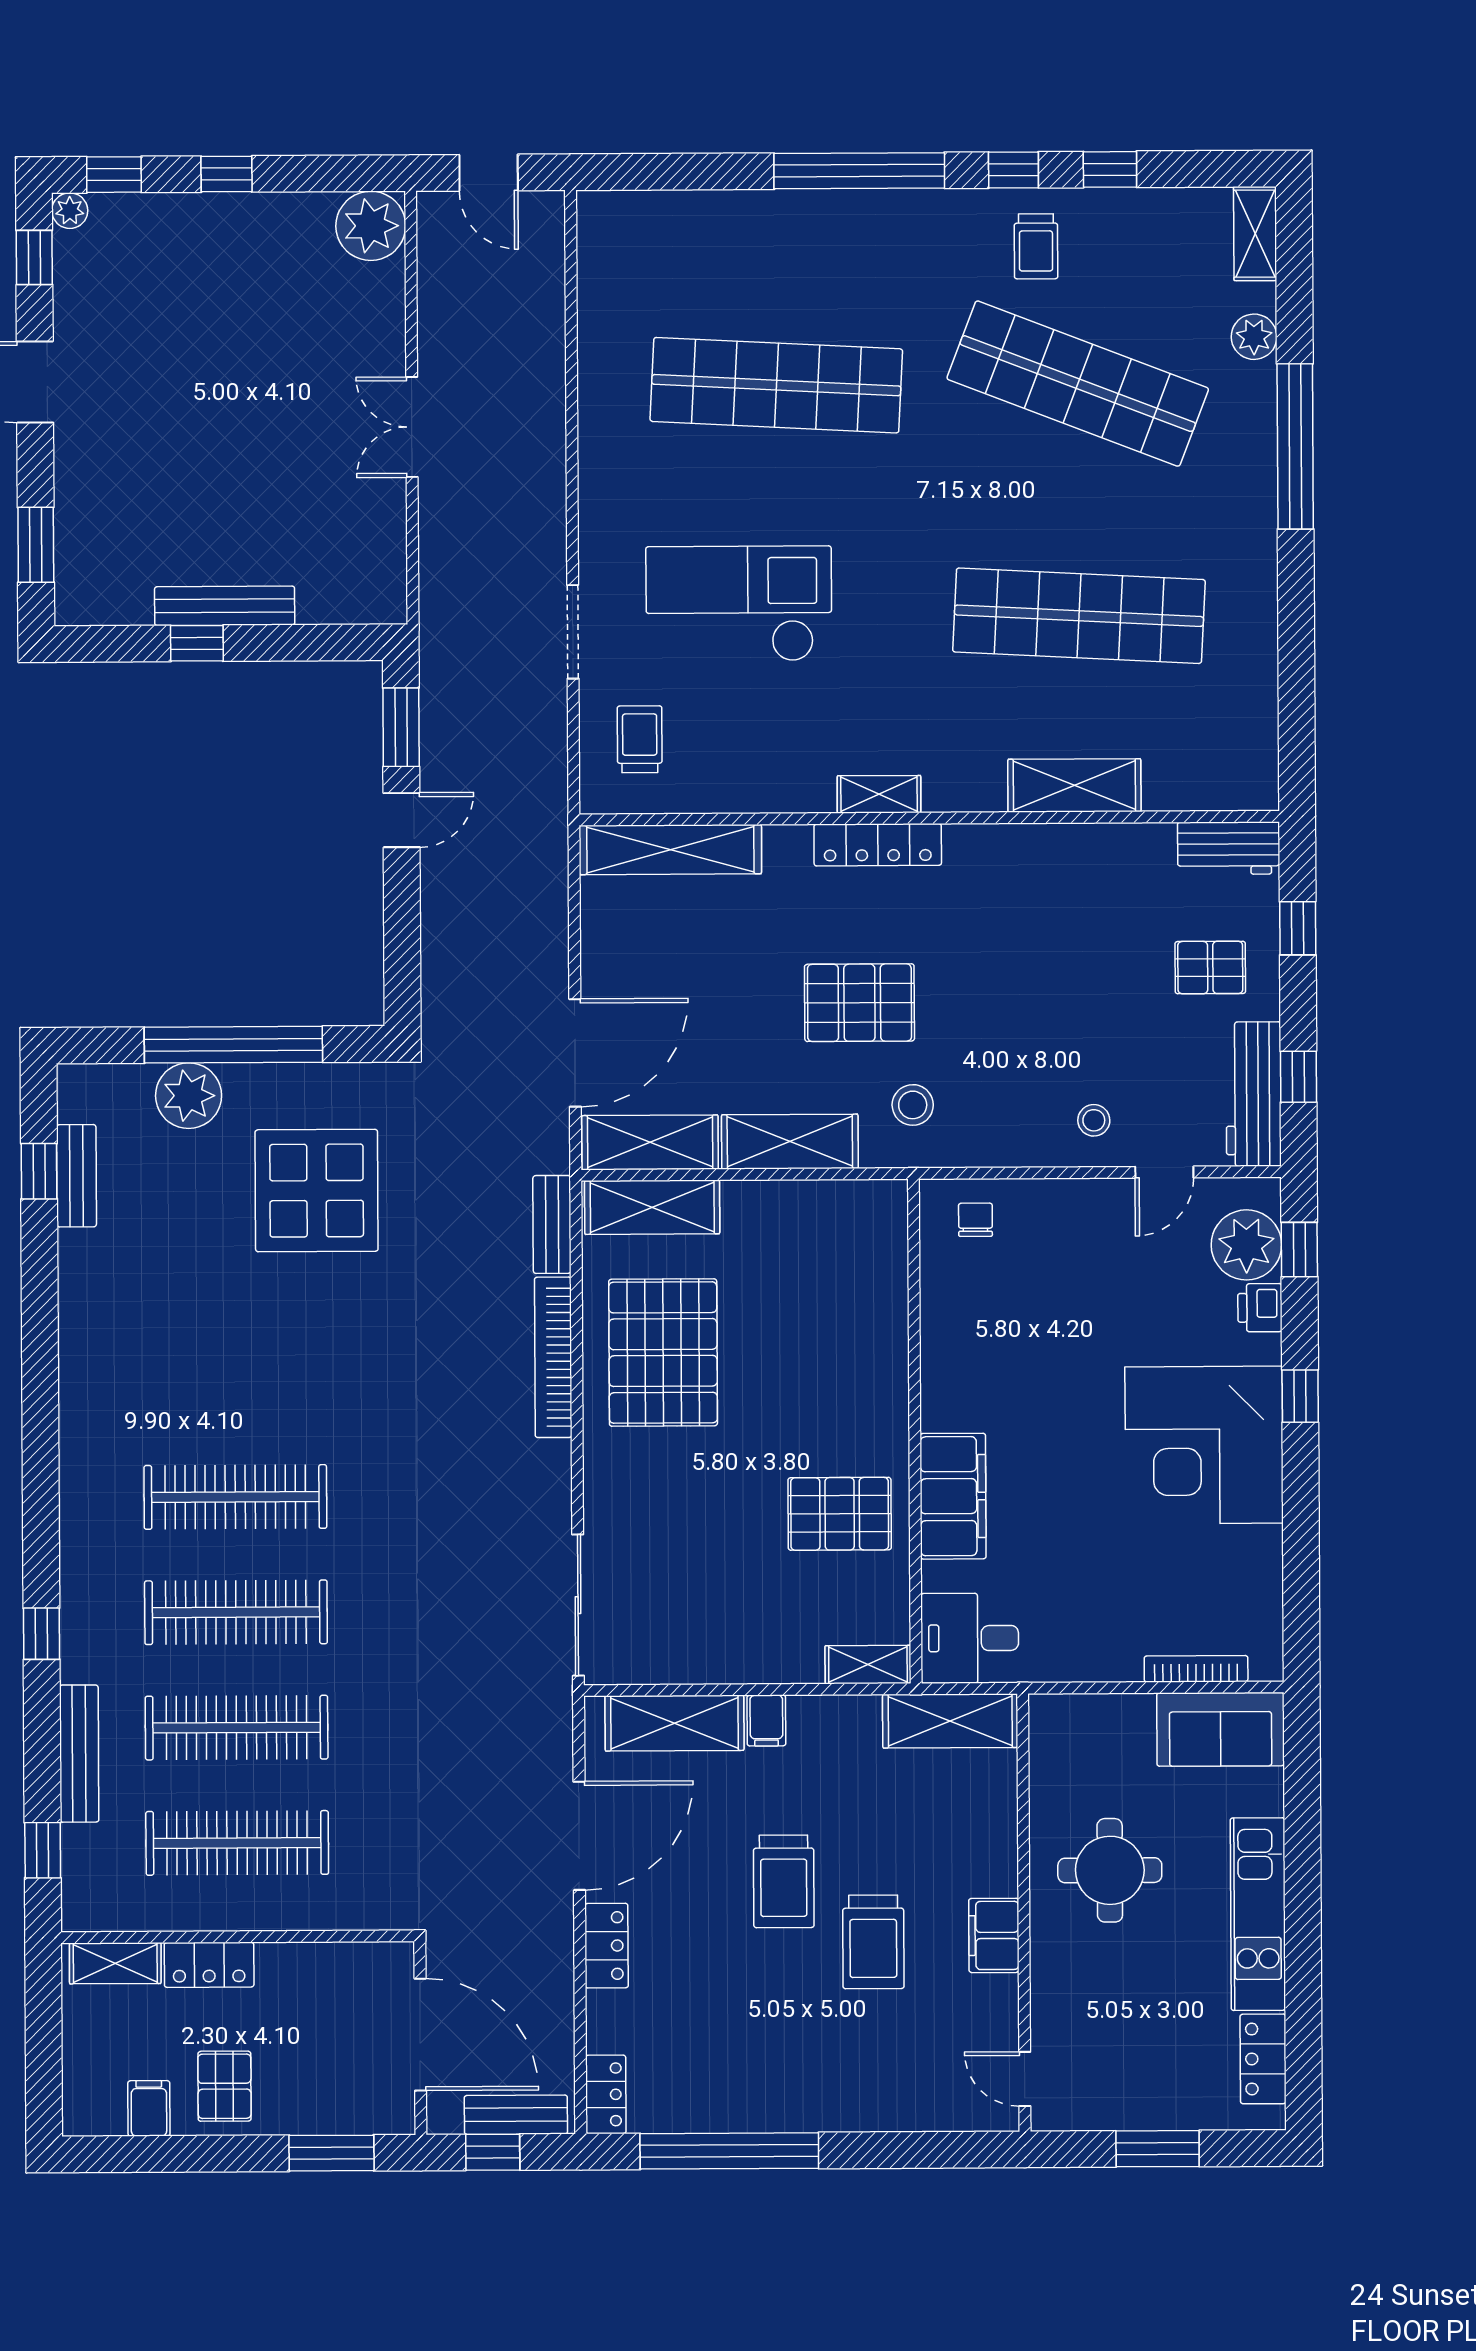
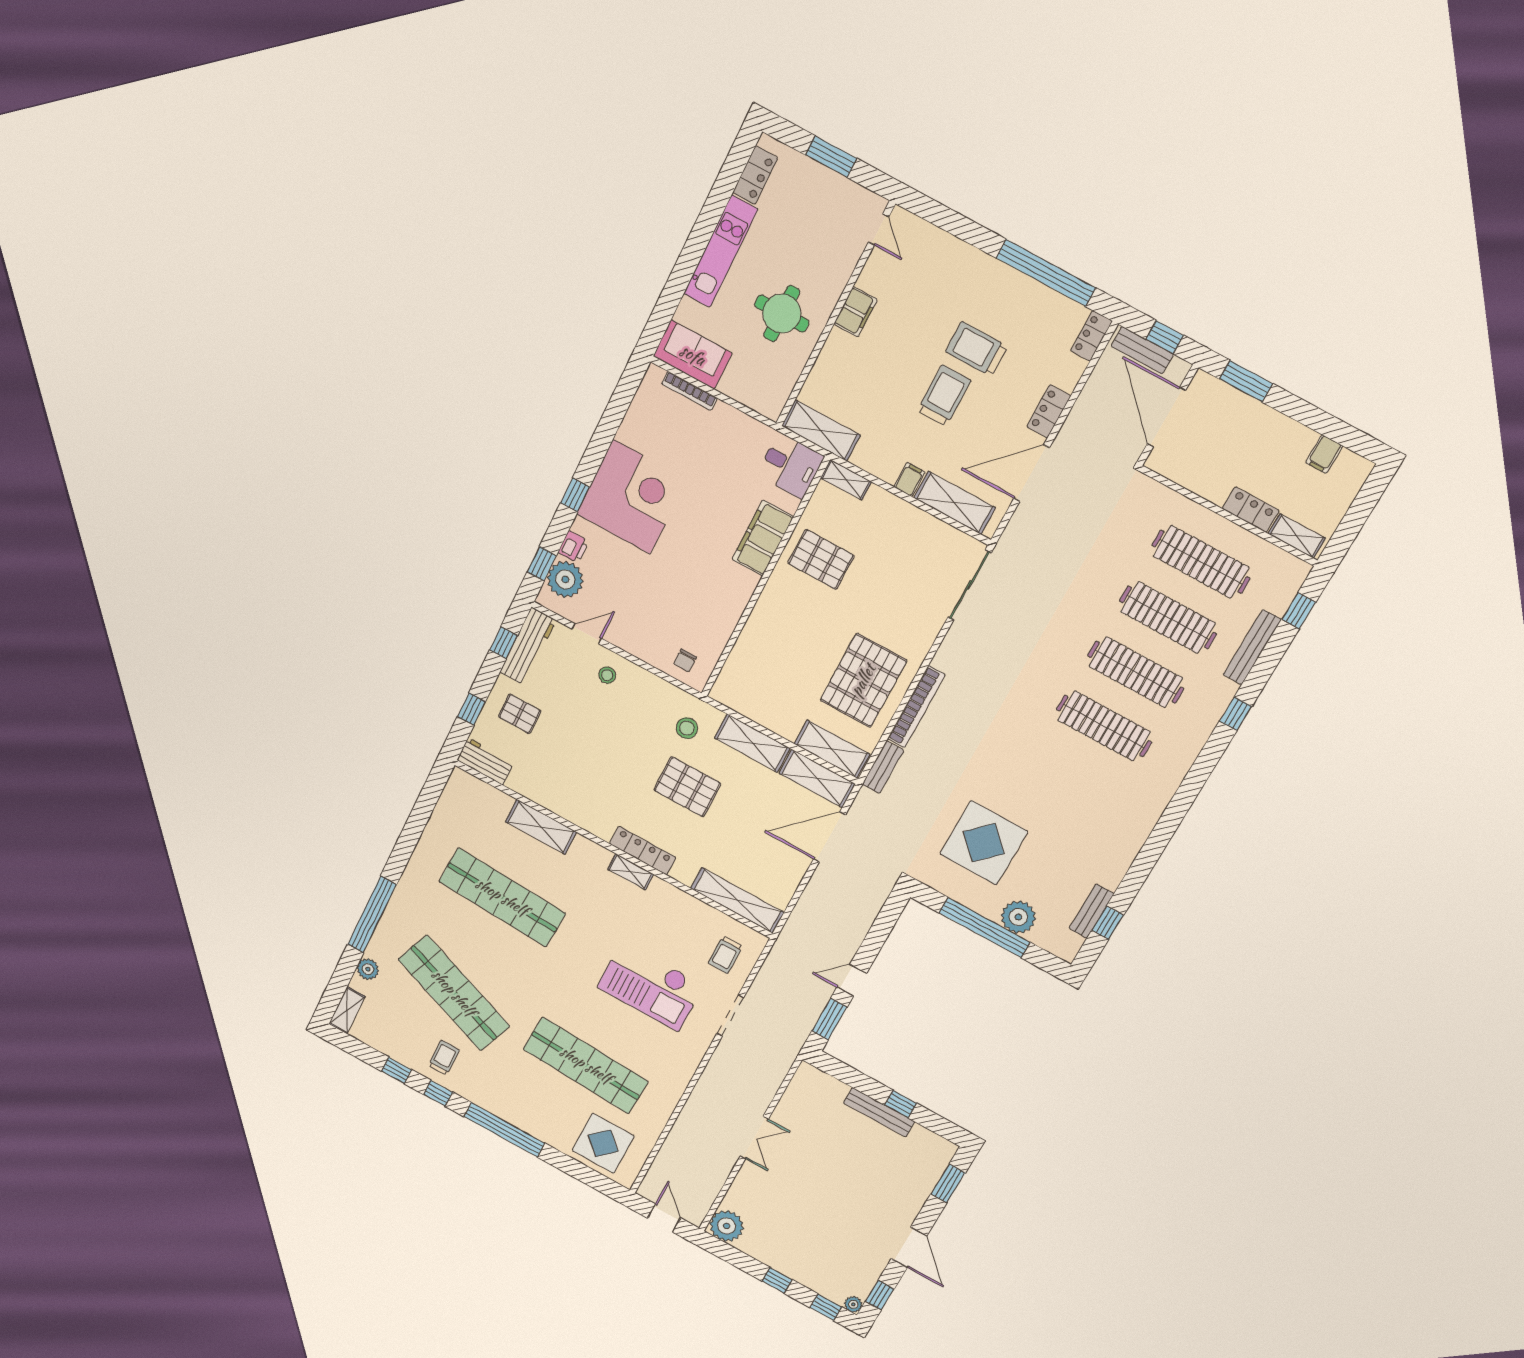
display table: (670, 253) -> (603, 1143), added
trolley: (873, 1942) -> (977, 349), moved, turned -90
pallet: (224, 2086) -> (1279, 445), removed

